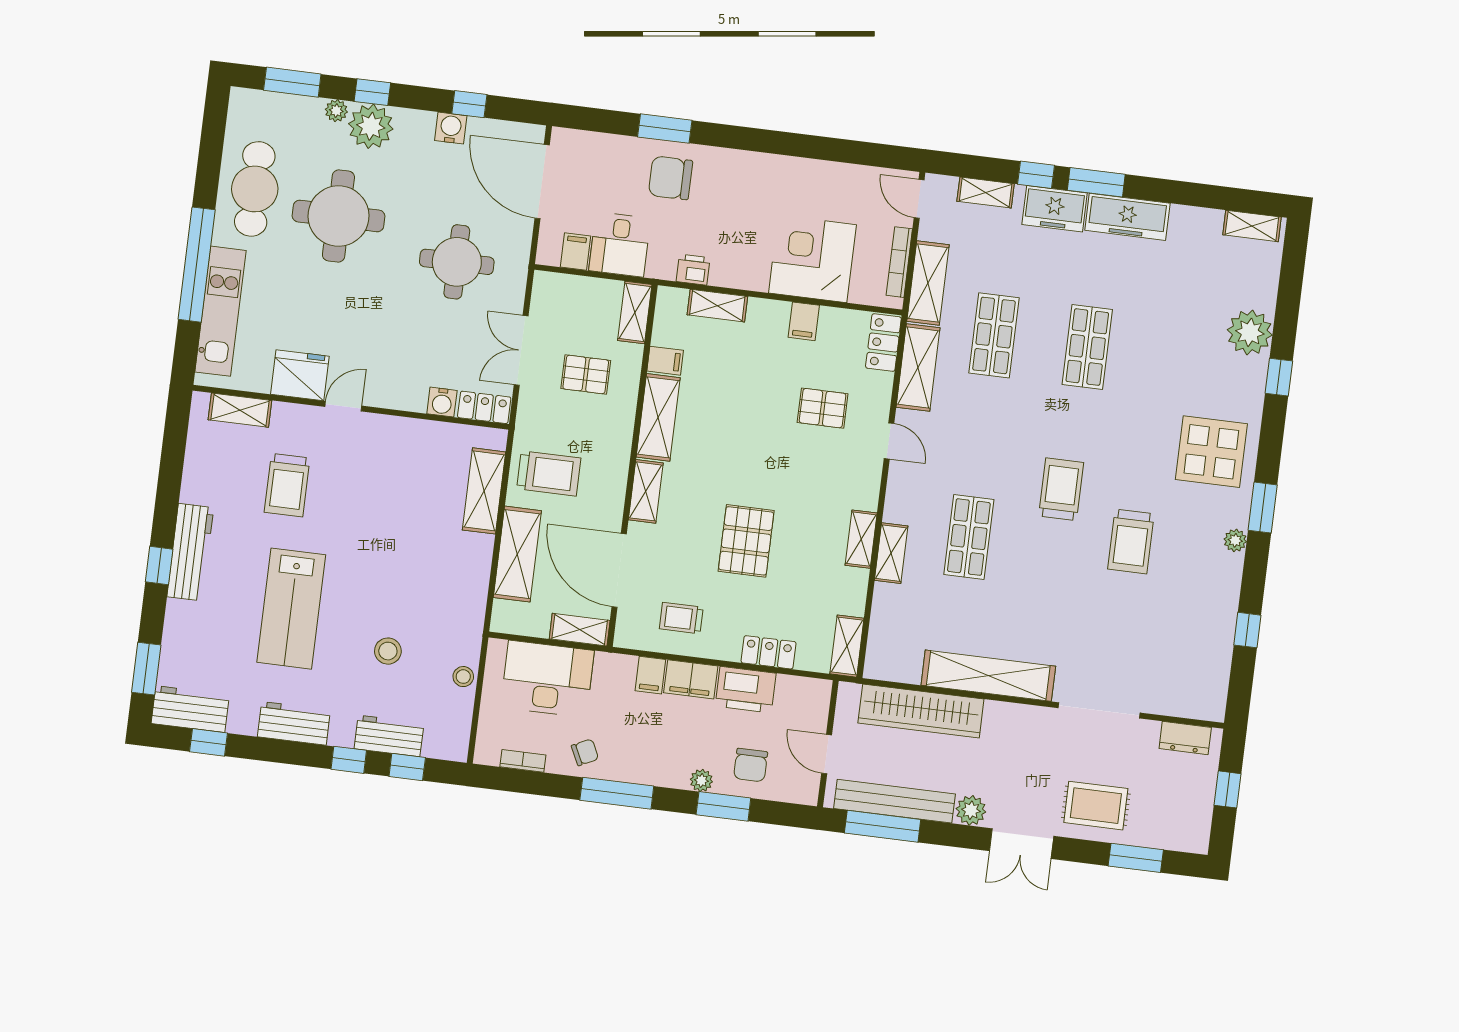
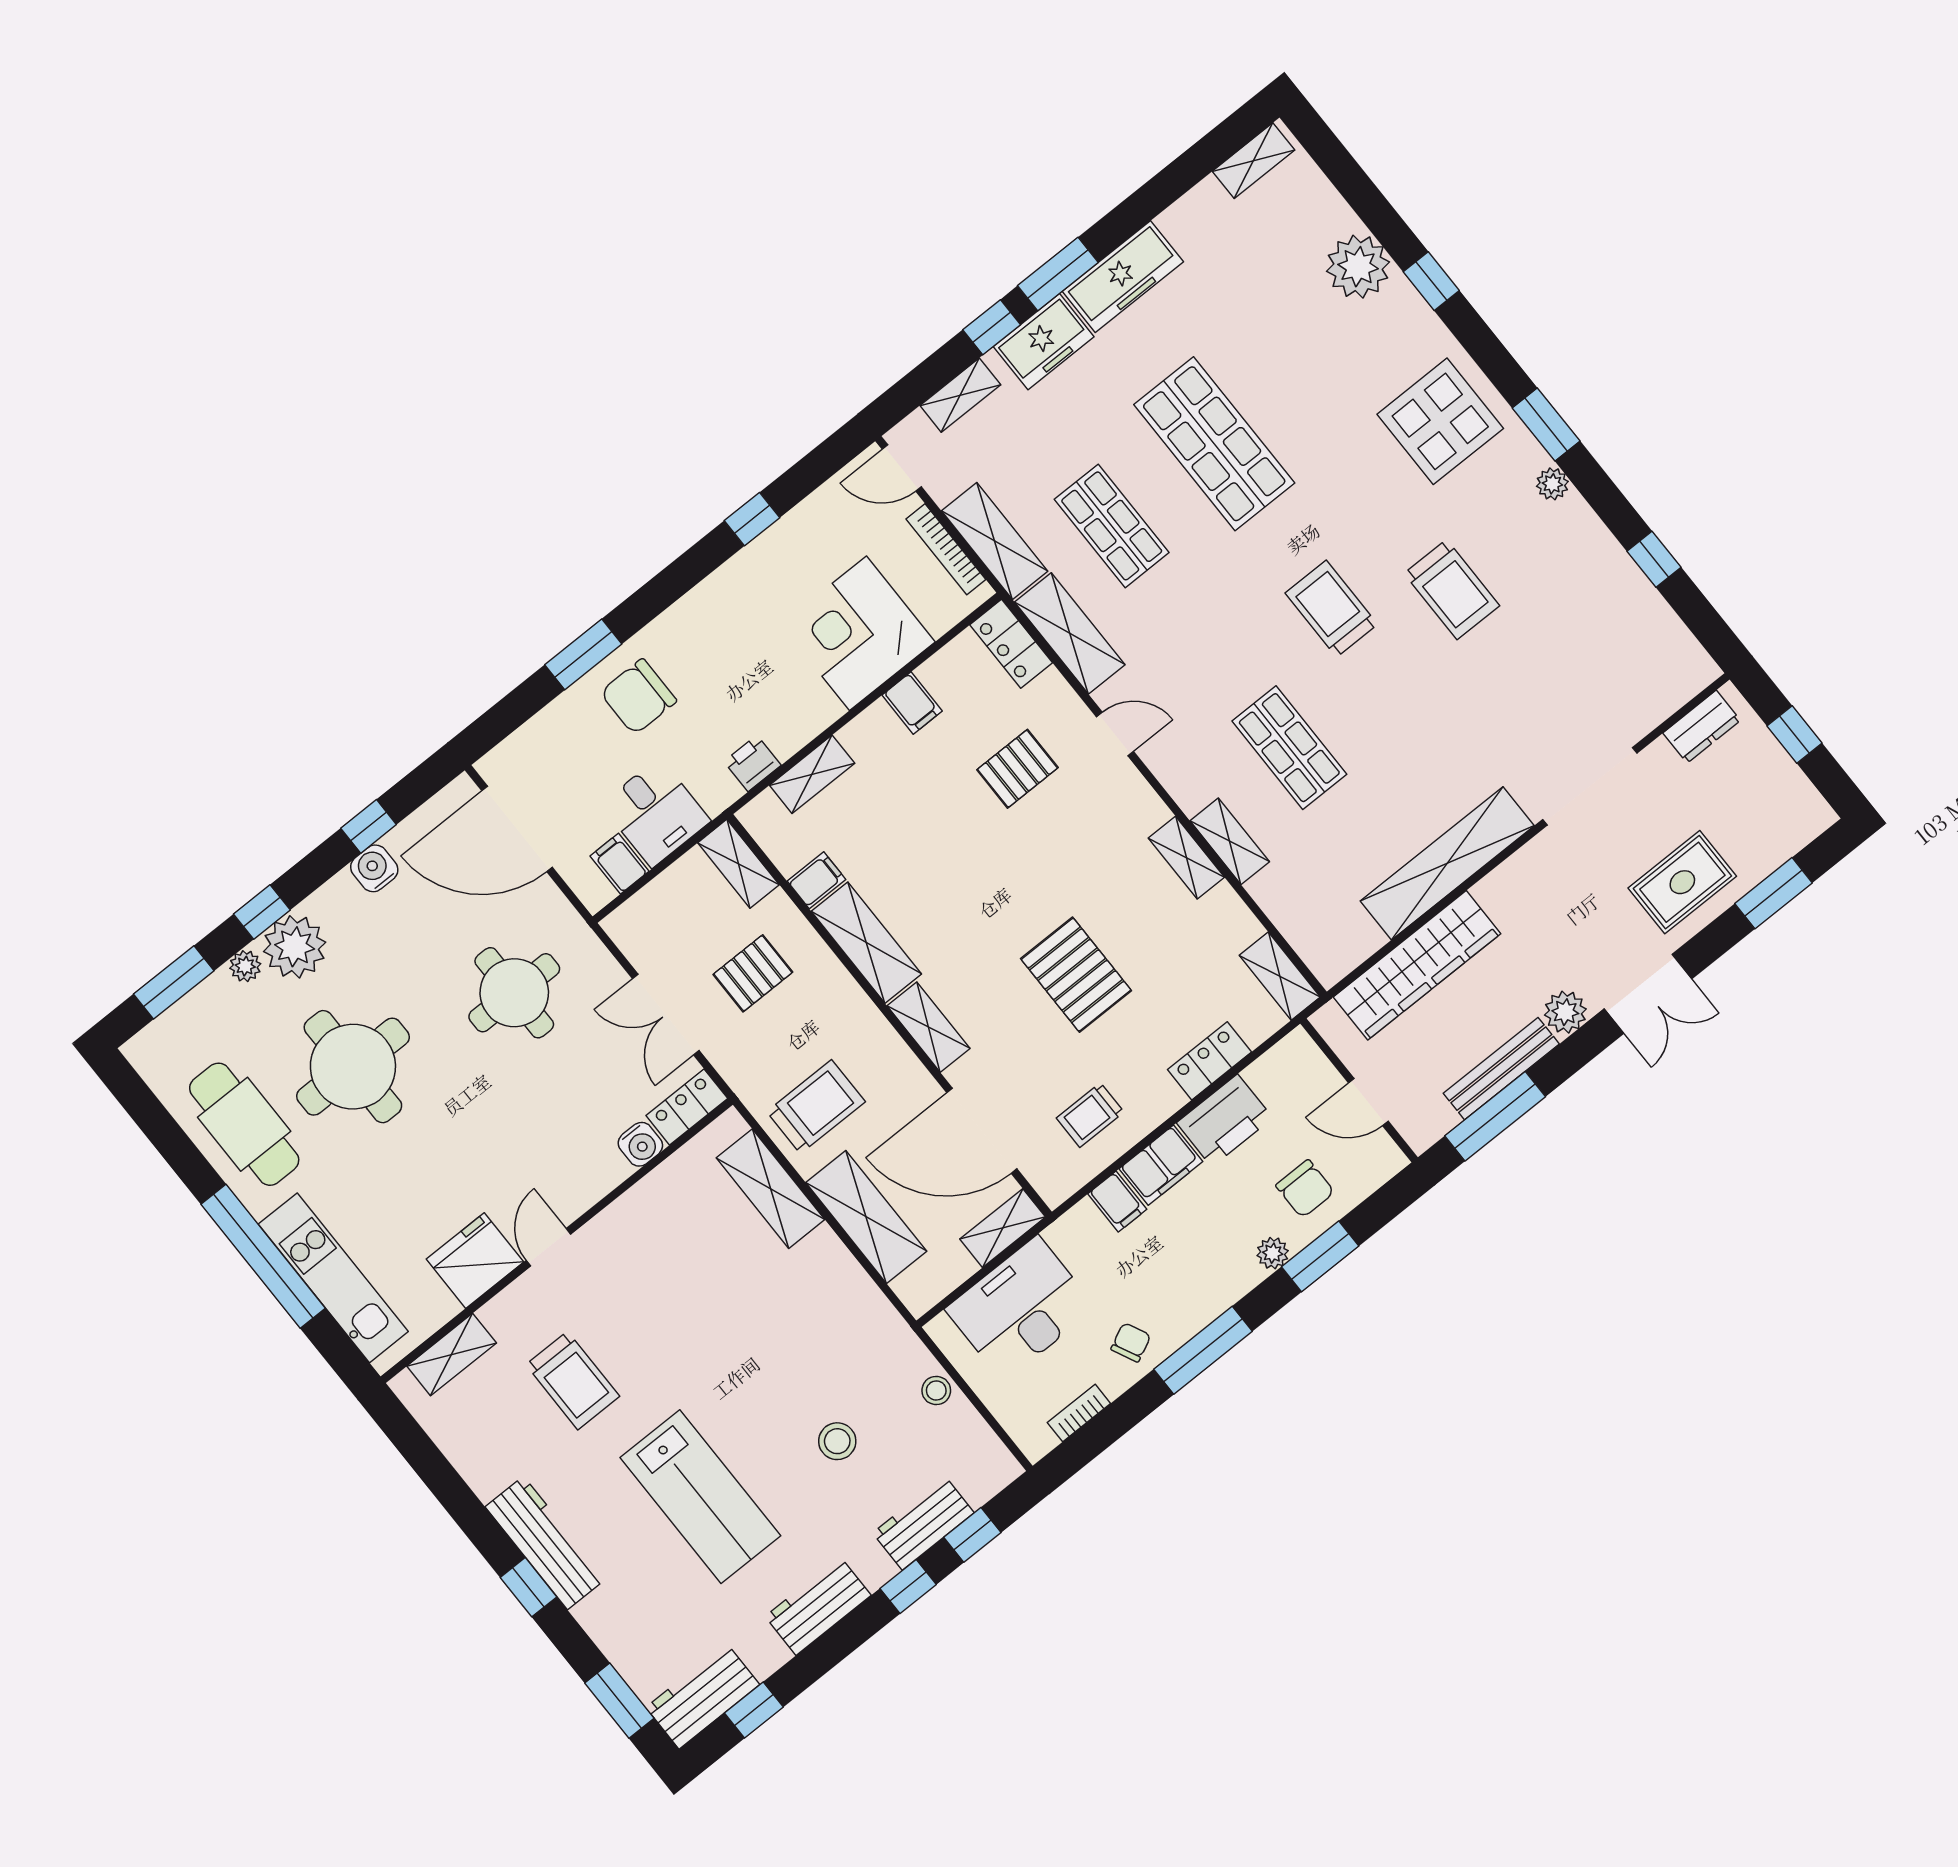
window: (818, 148) -> (752, 519), added
shop shelf: (1087, 347) -> (1214, 444), width x1.43, depth x1.36
bench: (895, 801) -> (1501, 1069), width x0.73, depth x0.82

